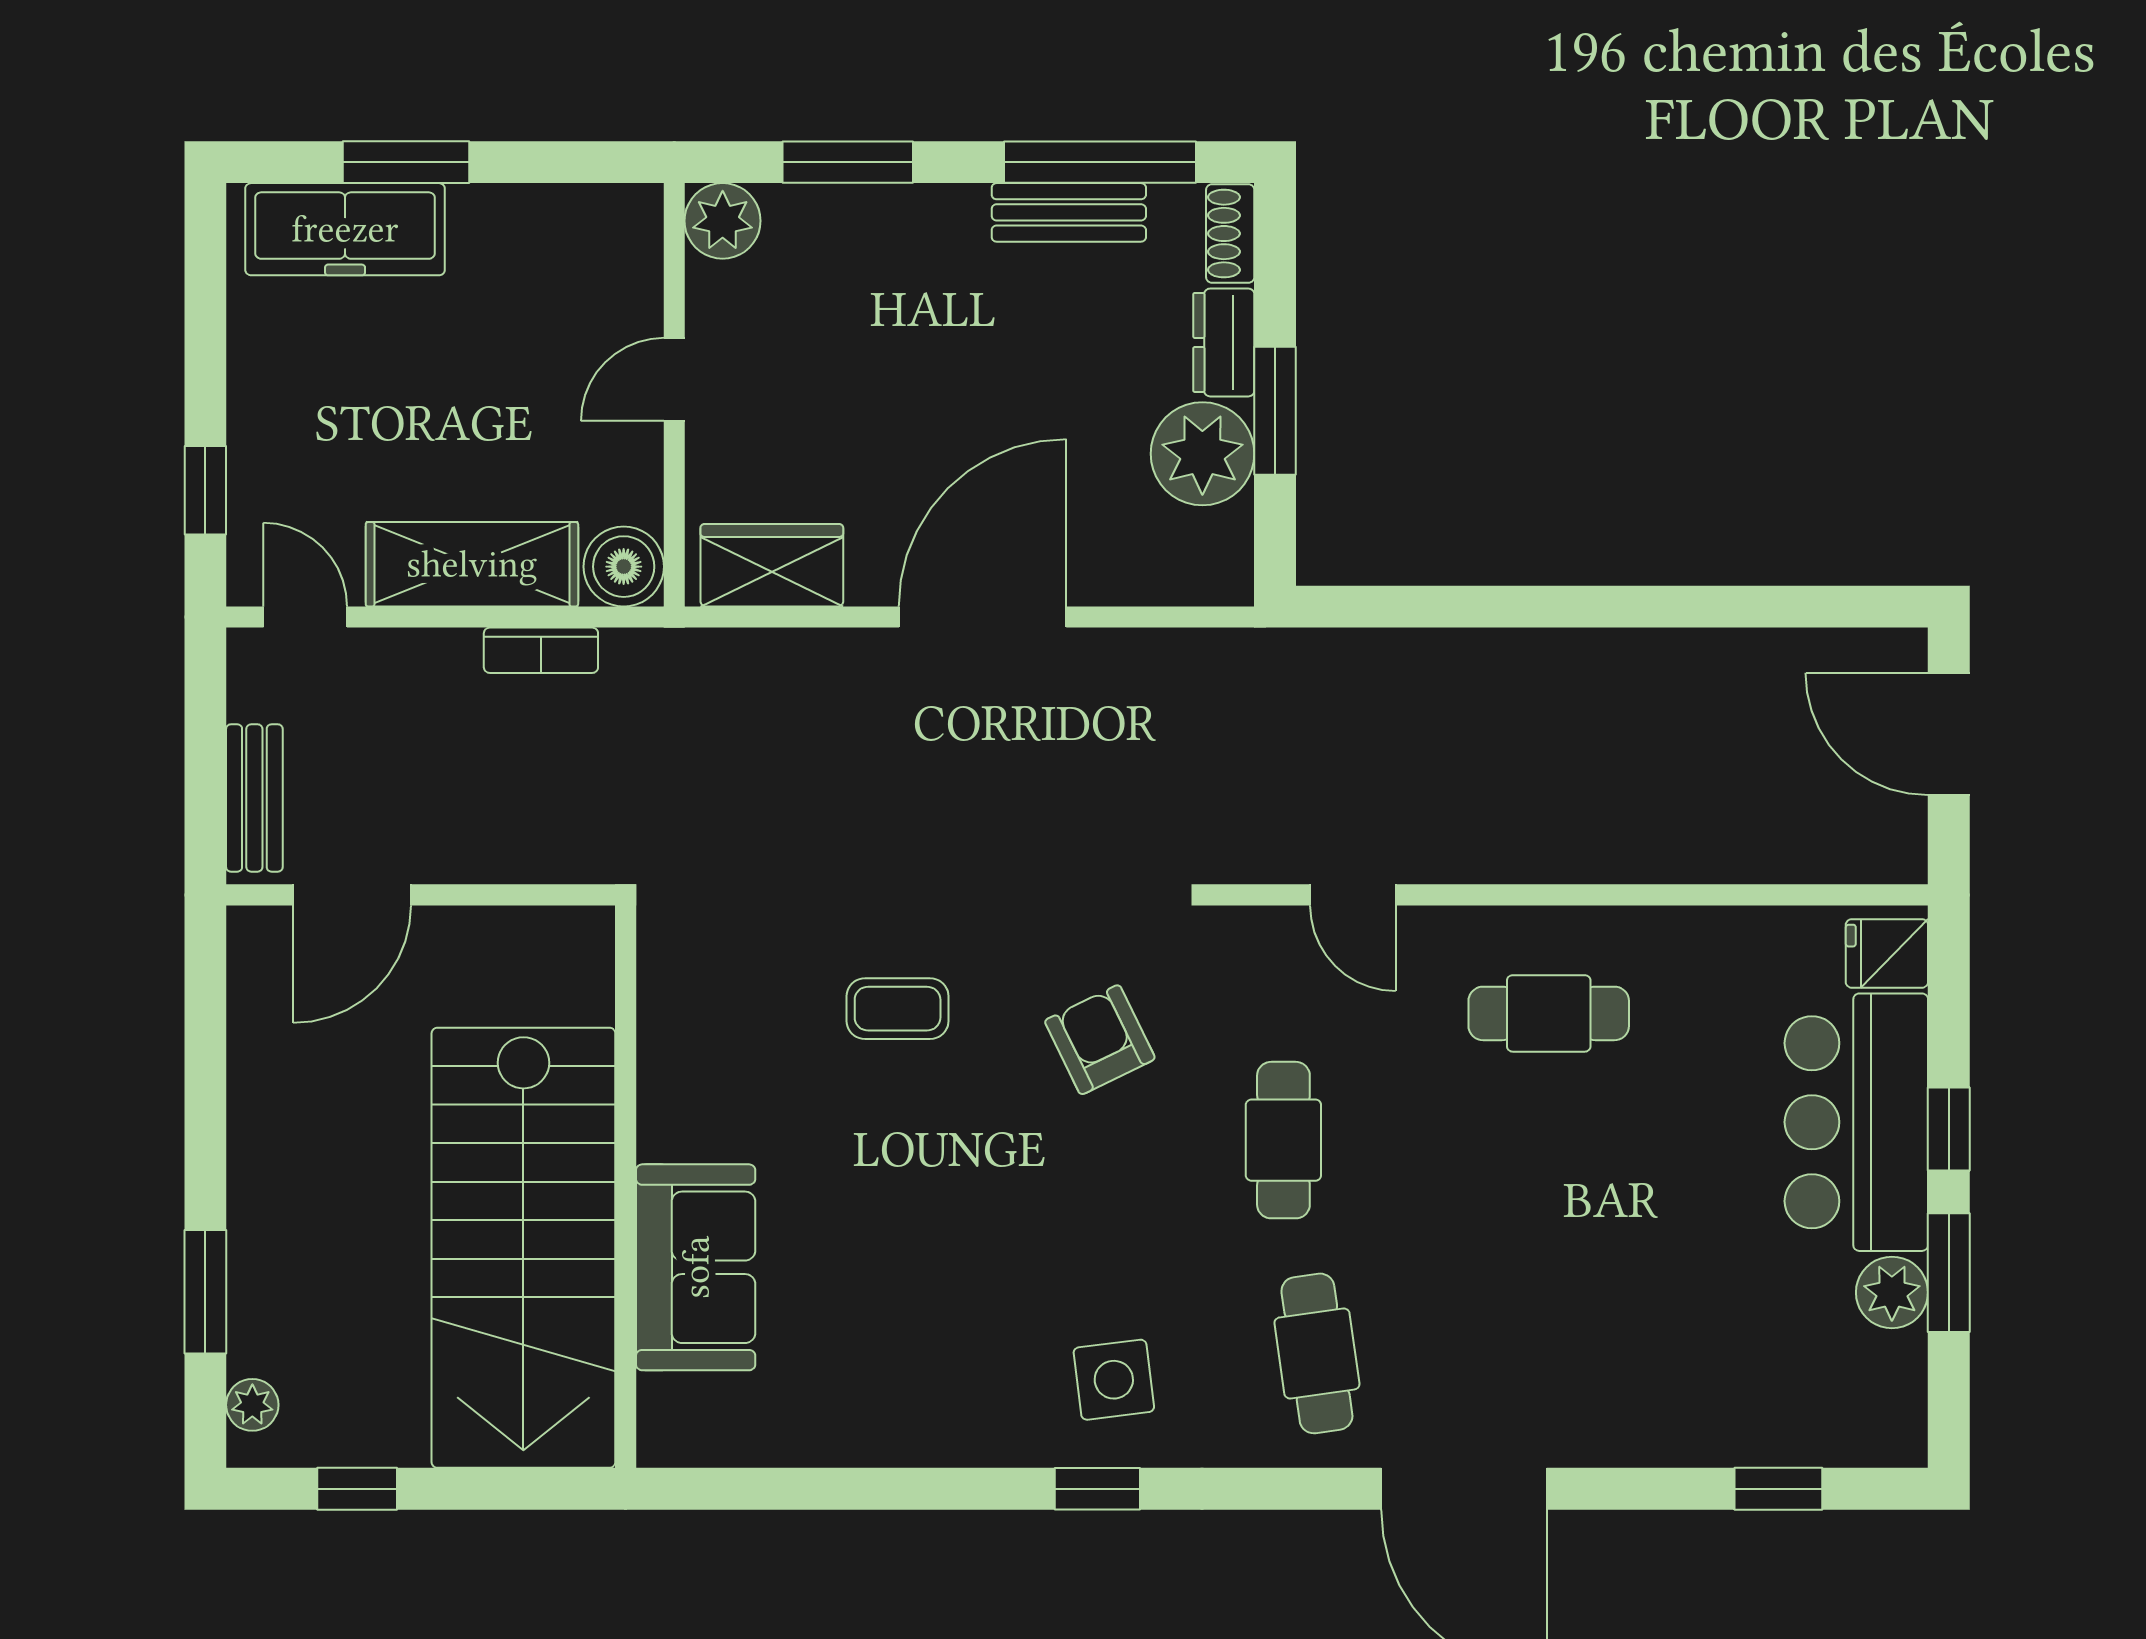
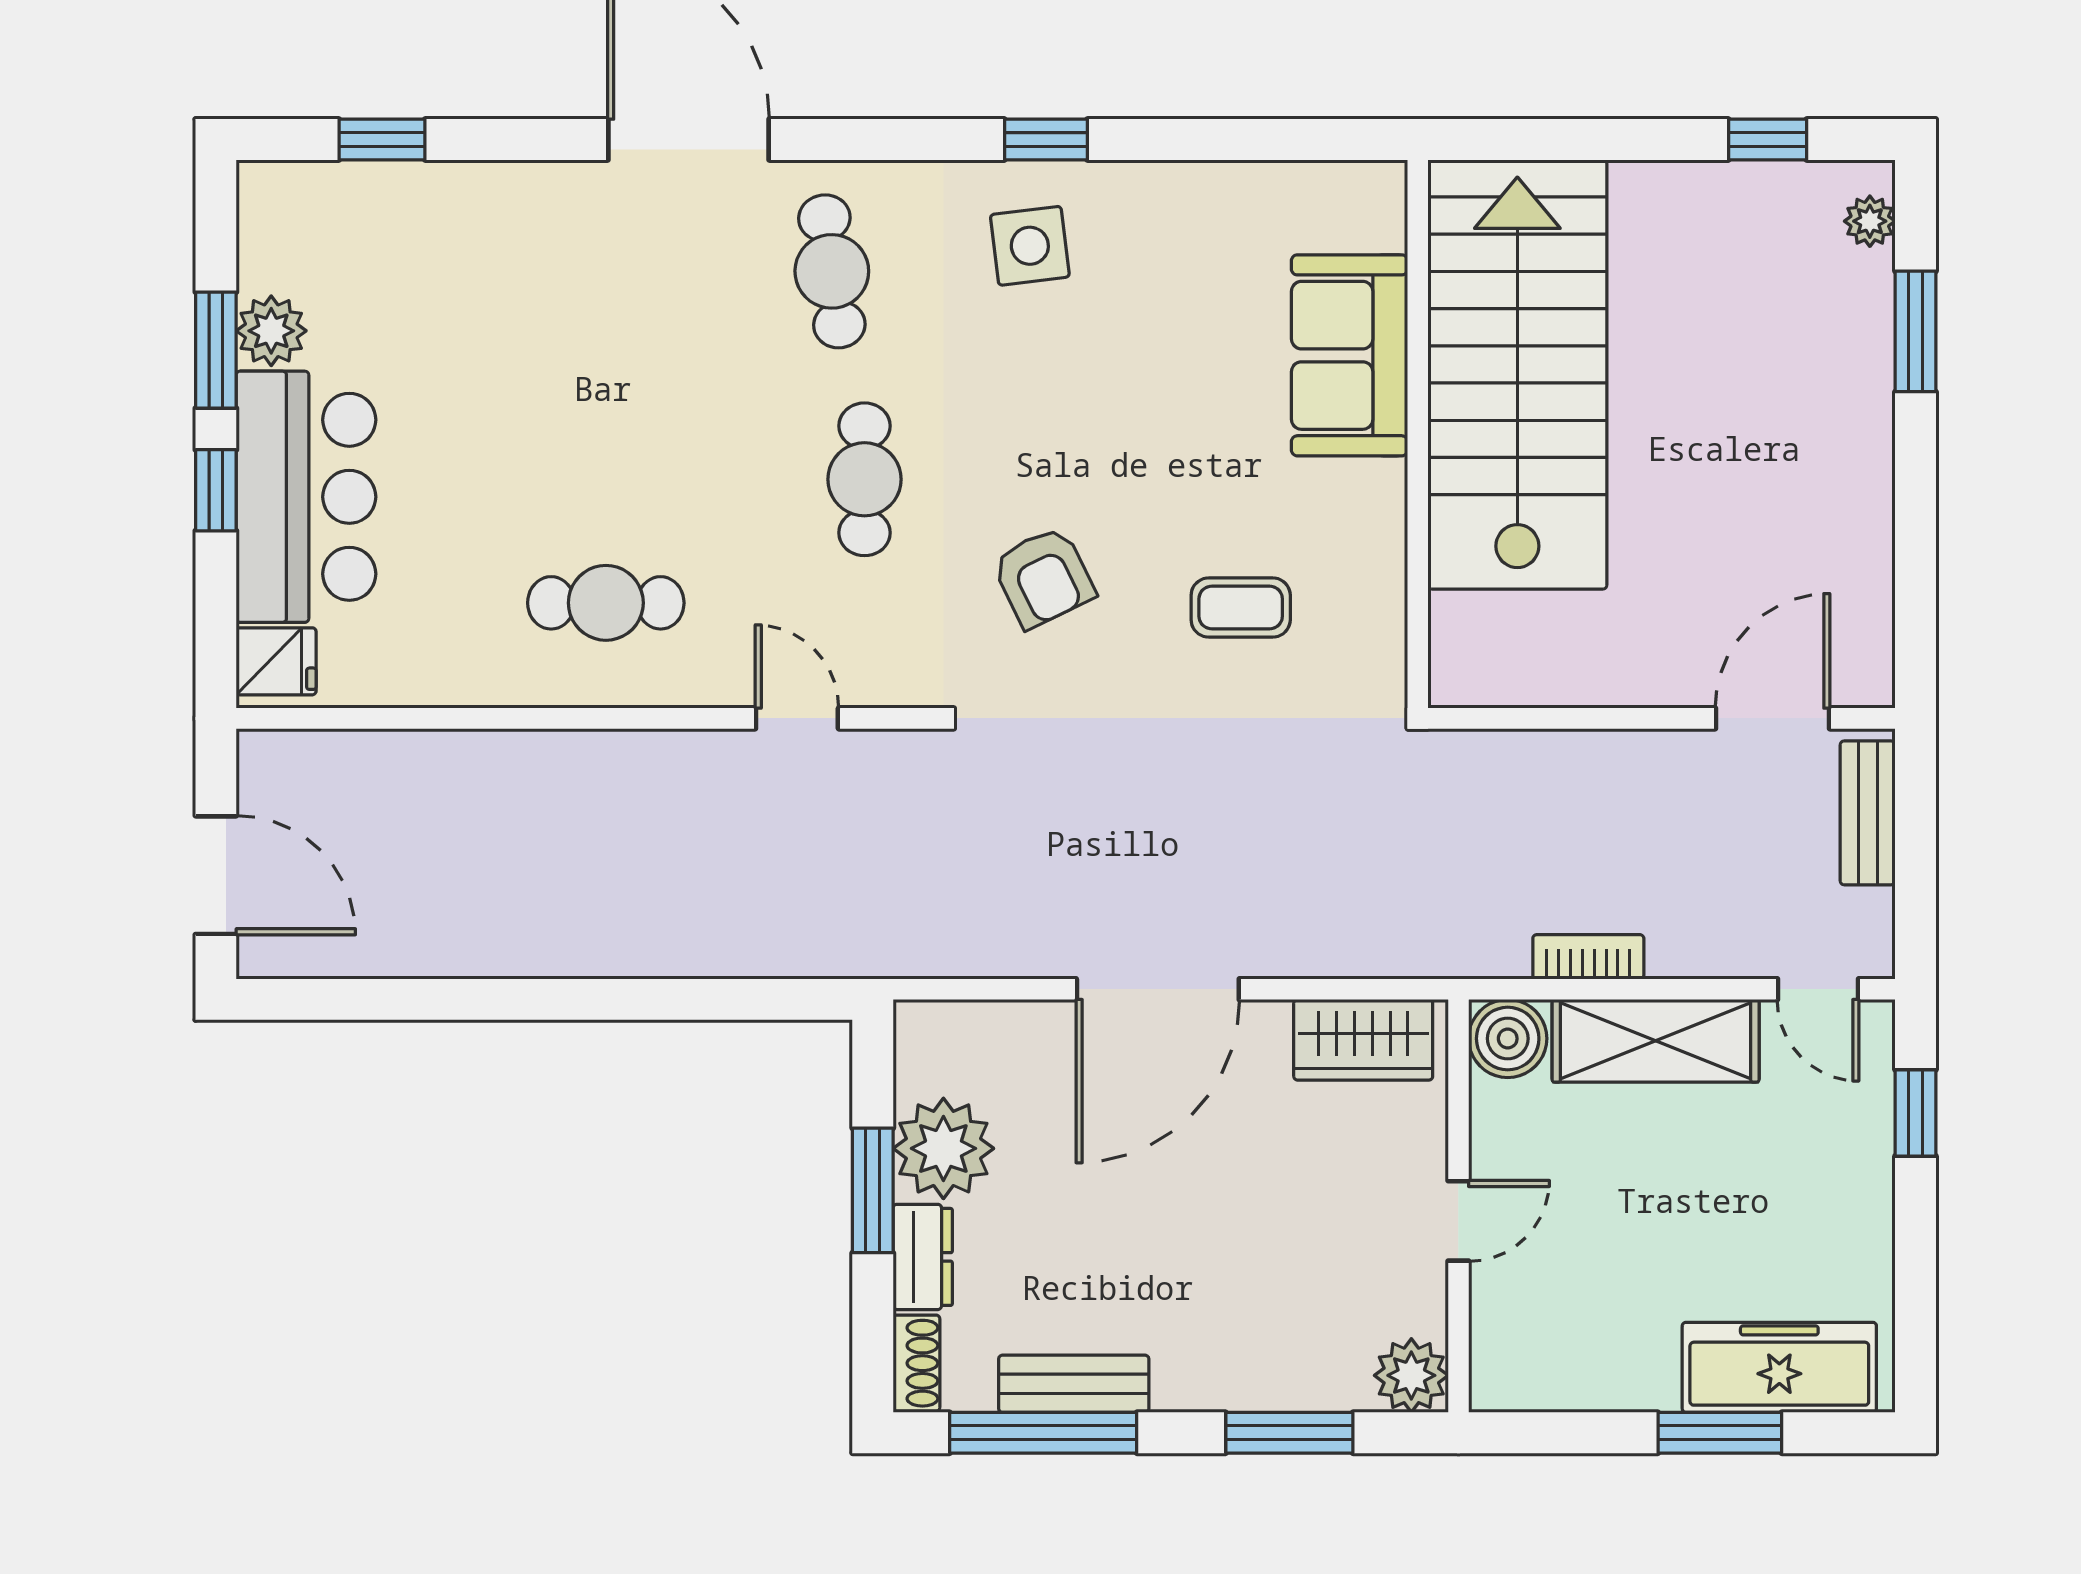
wall: (626, 1187) -> (1418, 434), moved
stairs: (523, 1248) -> (1517, 374), moved
sofa: (696, 1267) -> (1350, 355), moved

